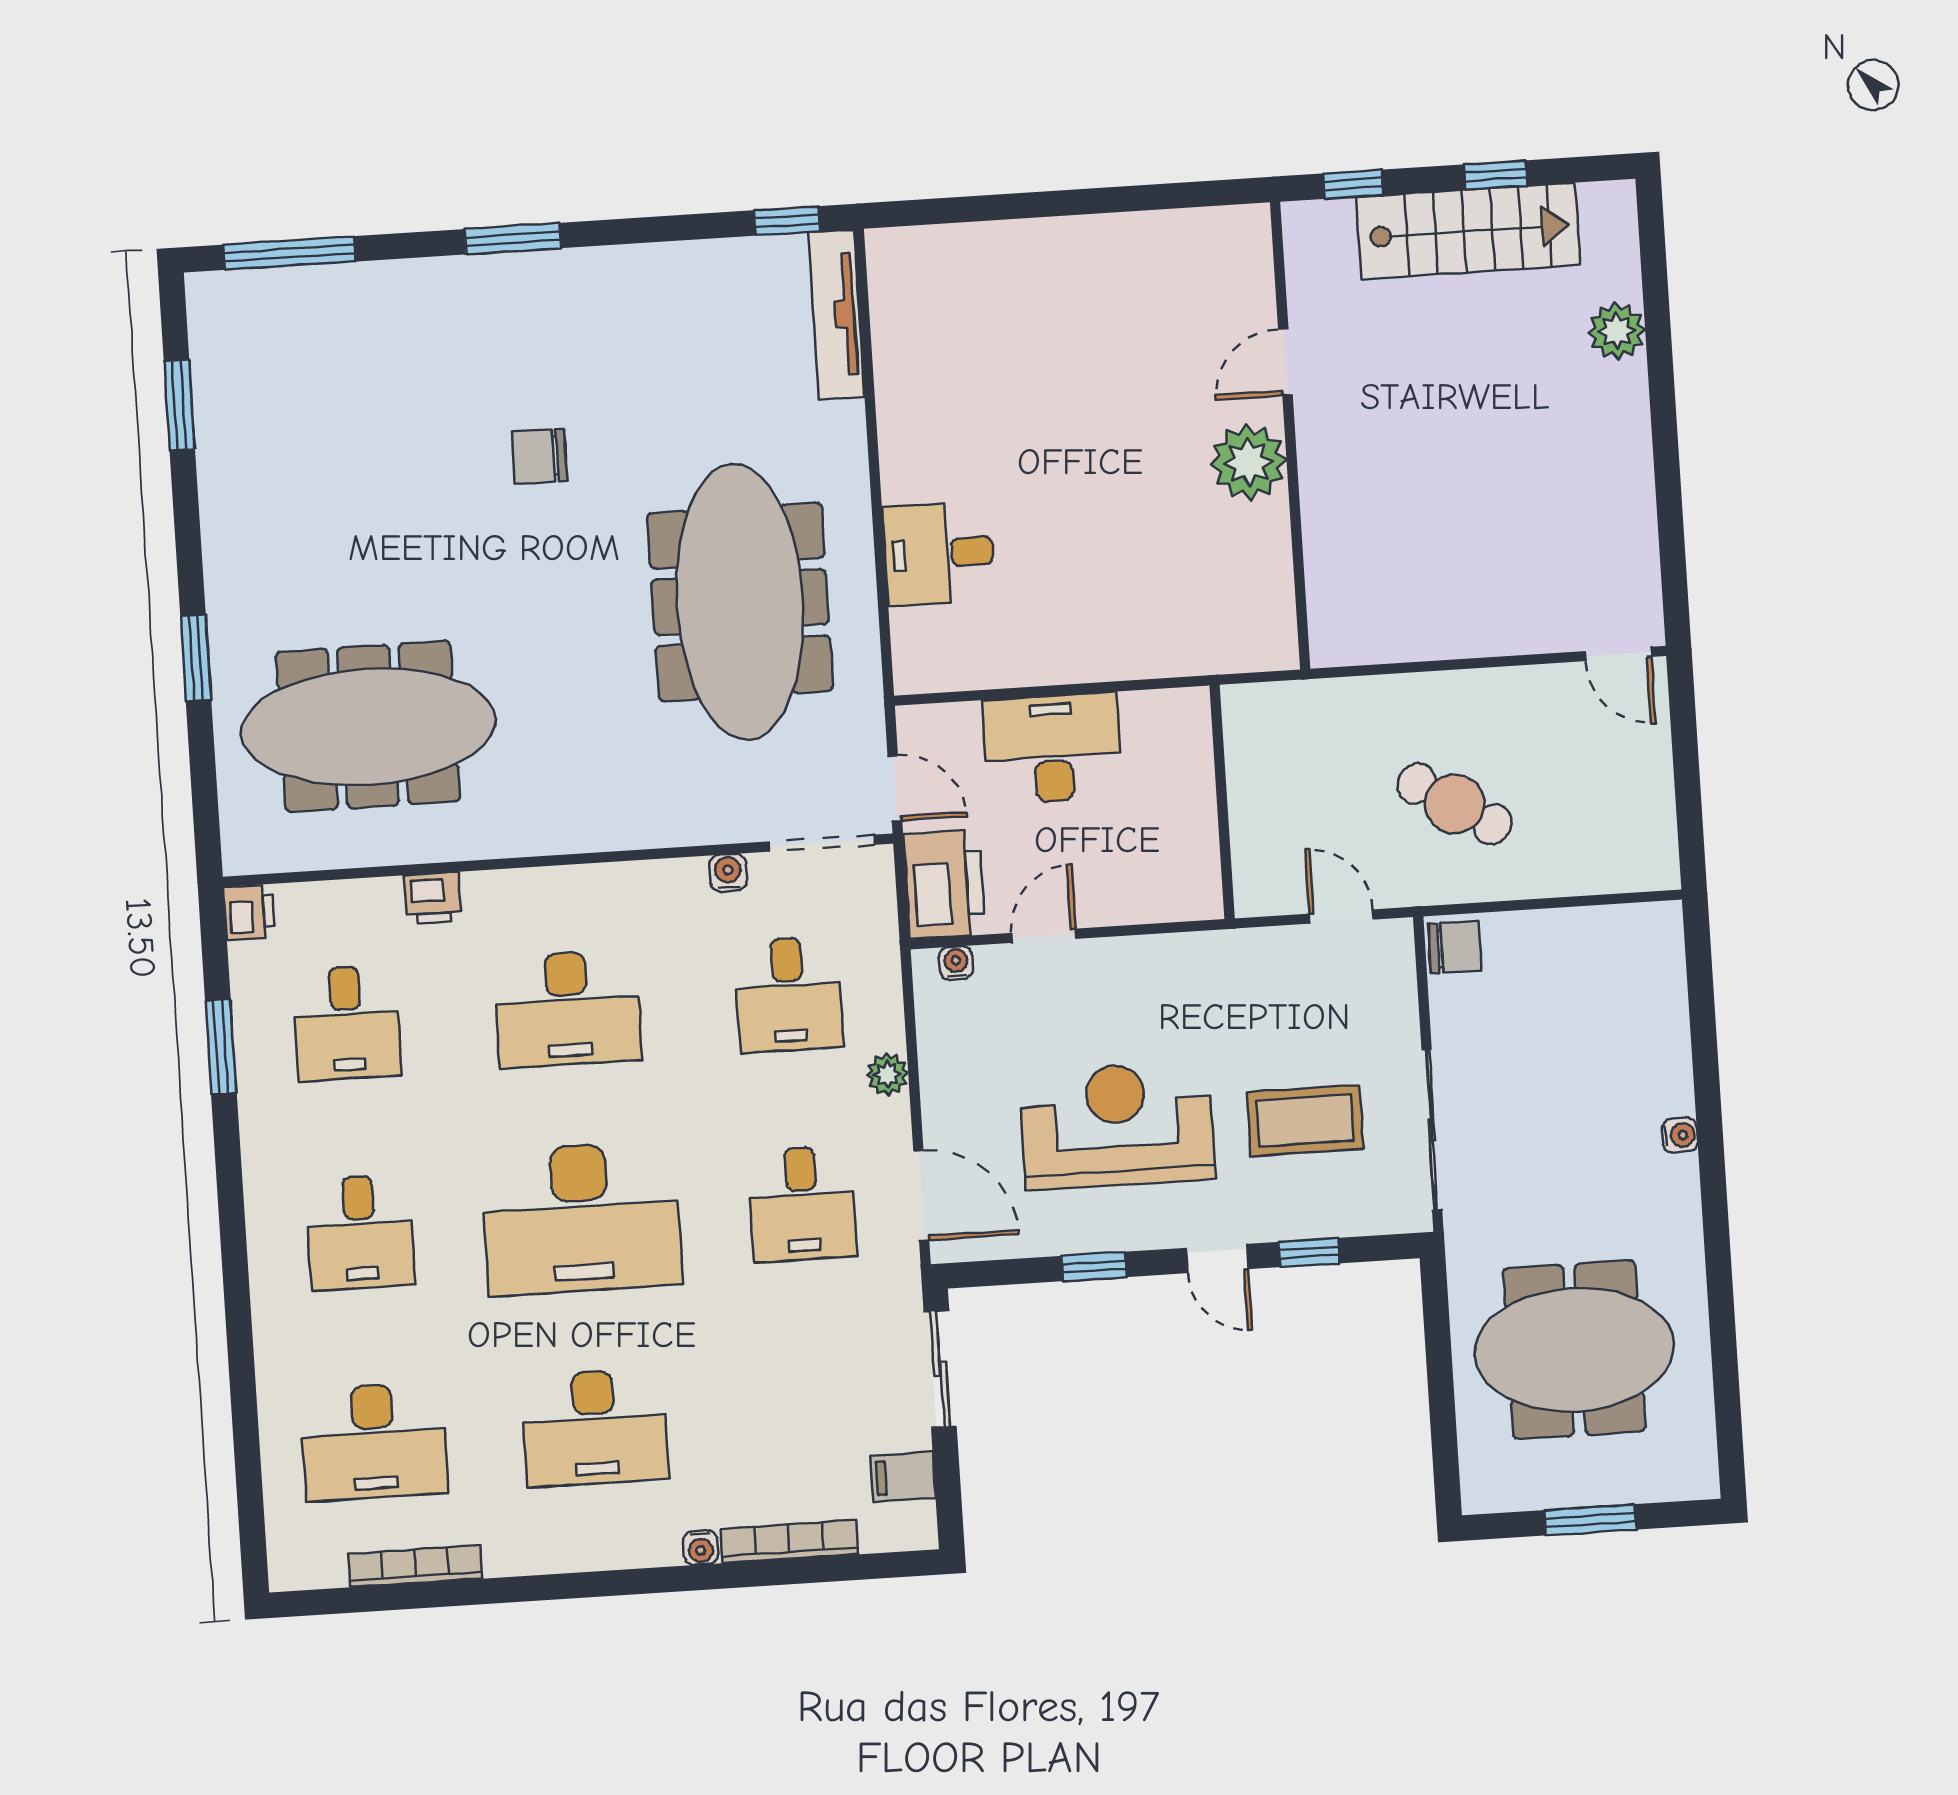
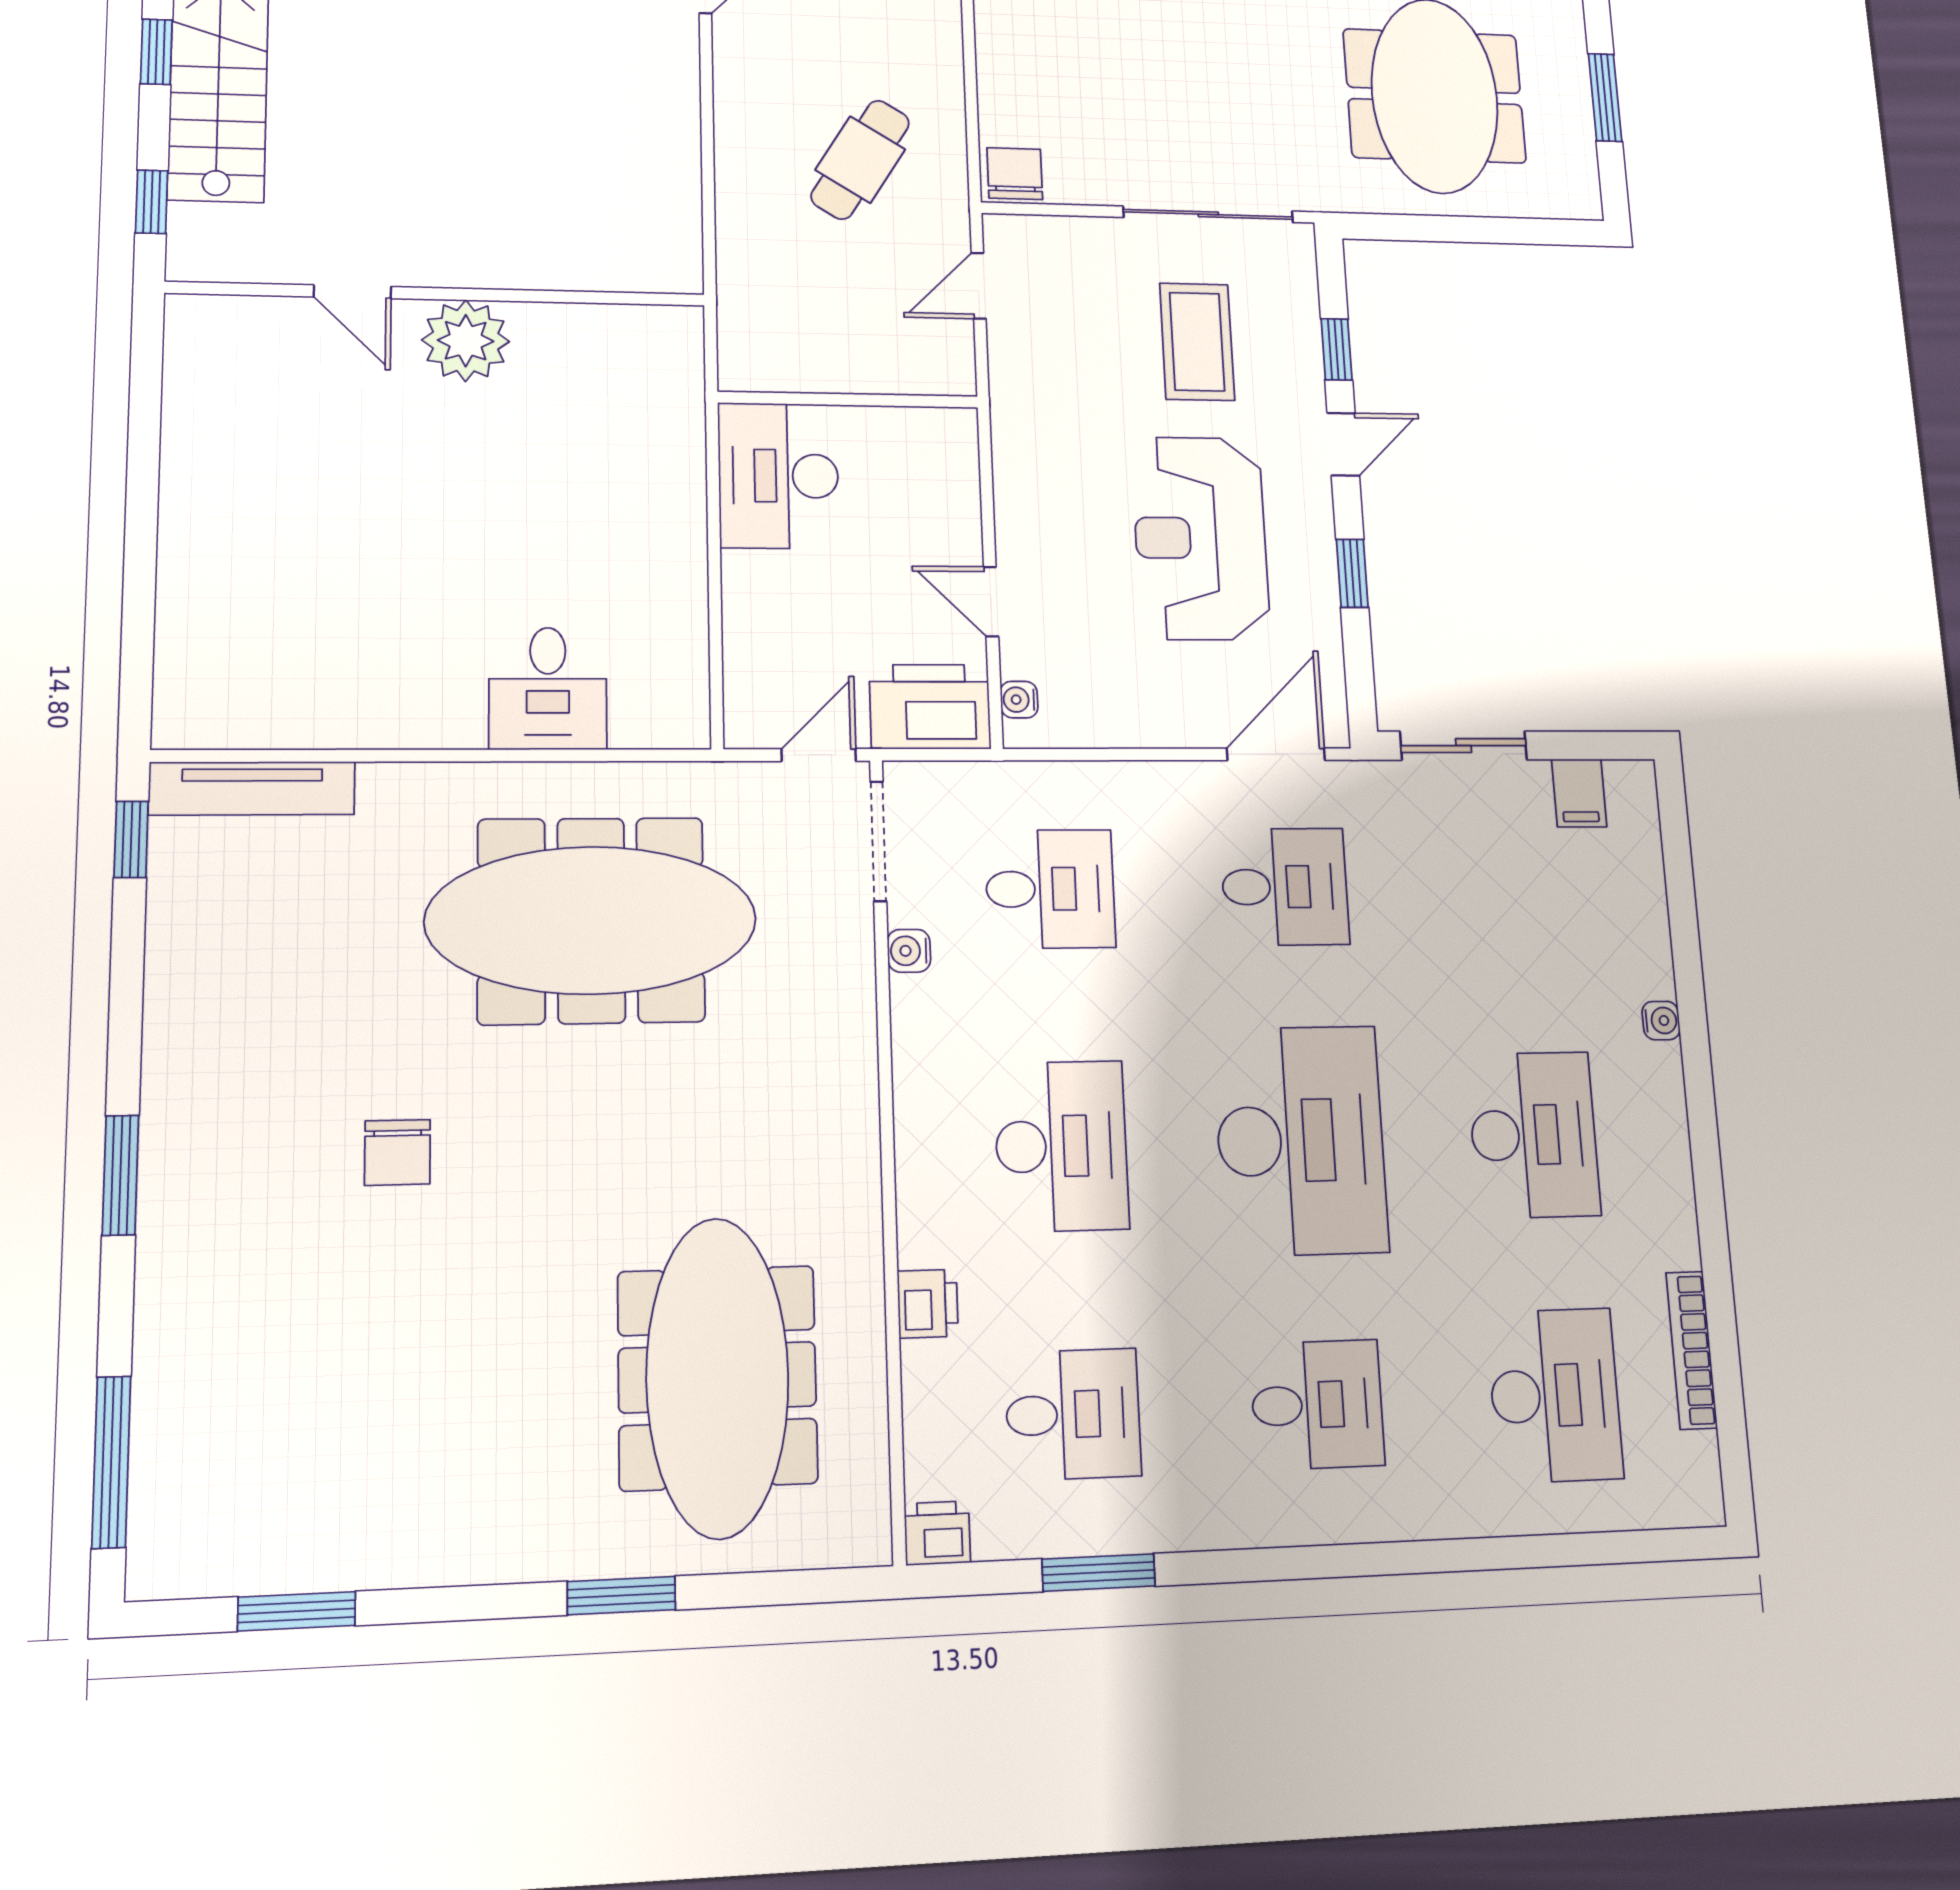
desk: (1053, 749) -> (778, 476), moved
plant: (887, 1074) -> (1142, 783), removed
bookcase: (789, 1542) -> (1651, 922), removed

